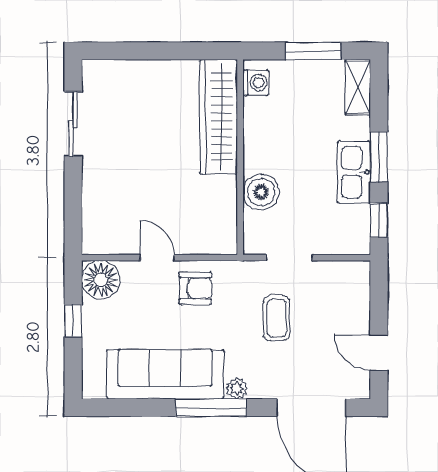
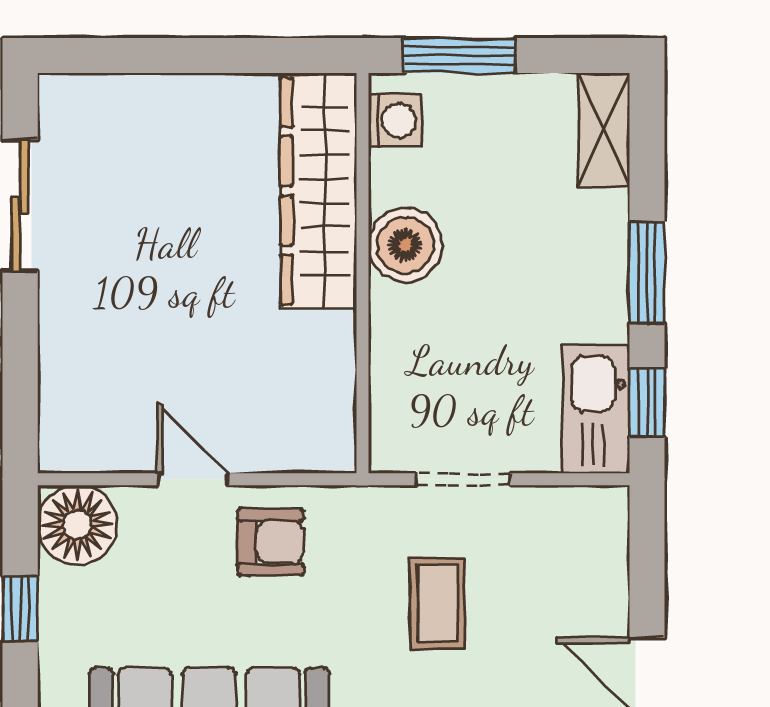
window: (313, 51) -> (460, 56), moved
kitchen sink: (354, 172) -> (596, 410), moved
boiler: (261, 192) -> (405, 245), moved

